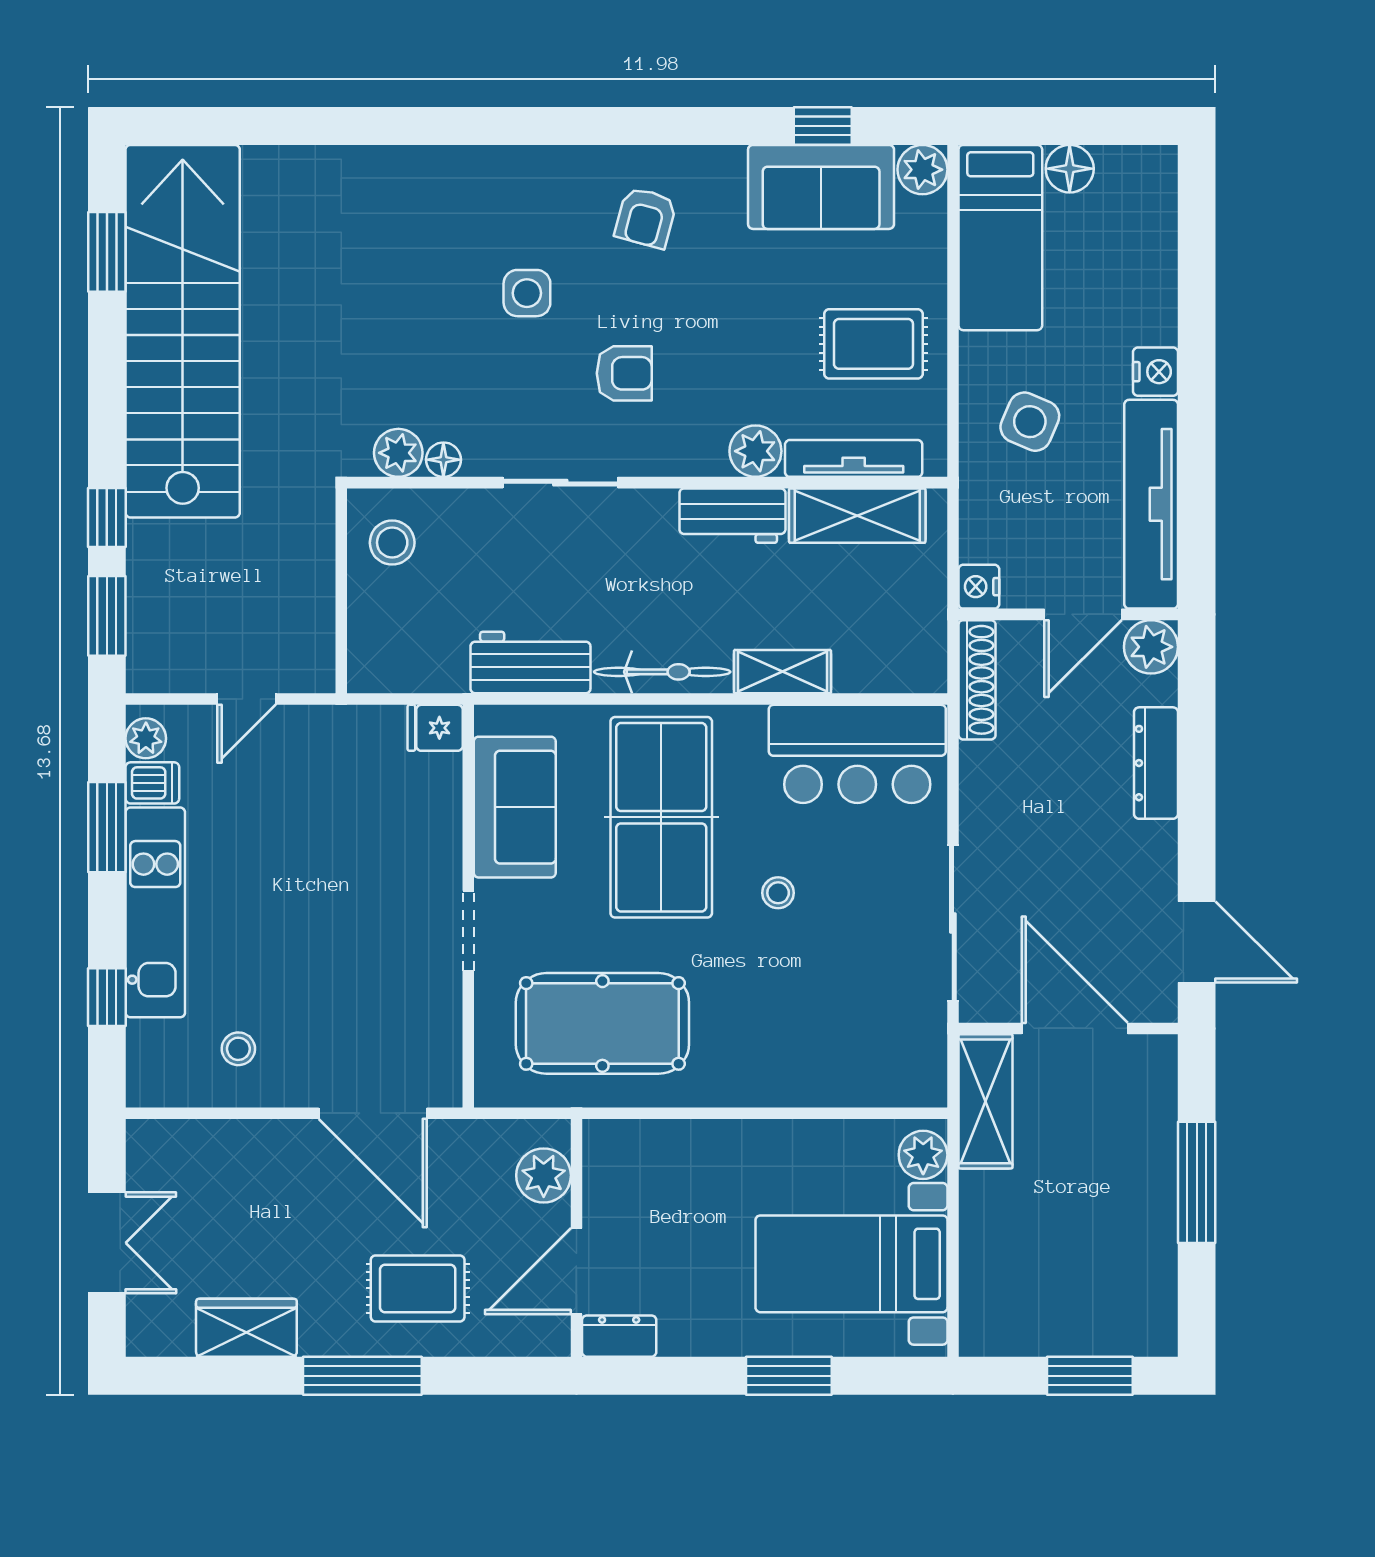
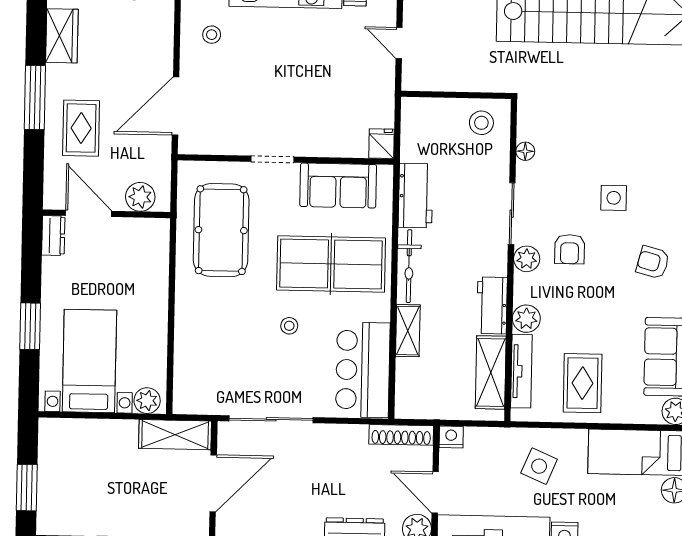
plant: (398, 453) -> (527, 259), moved

